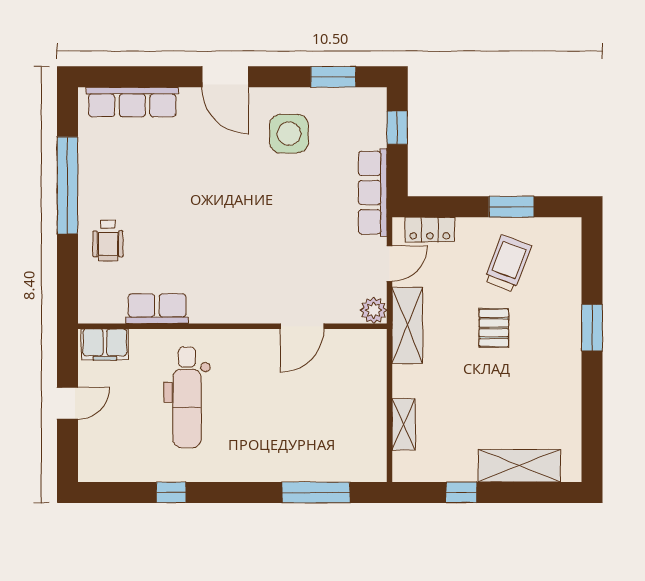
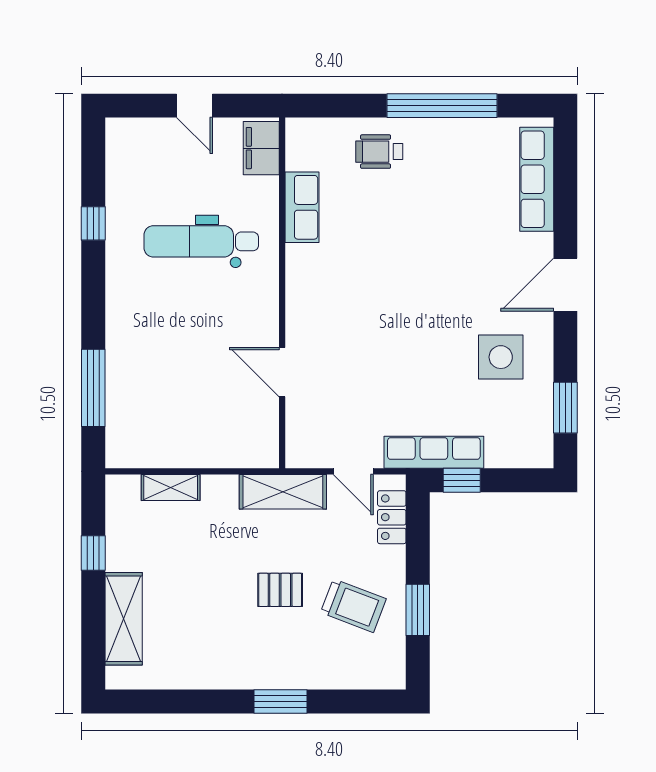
window: (397, 128) -> (462, 480), moved
plant: (374, 310) -> (300, 453), removed

